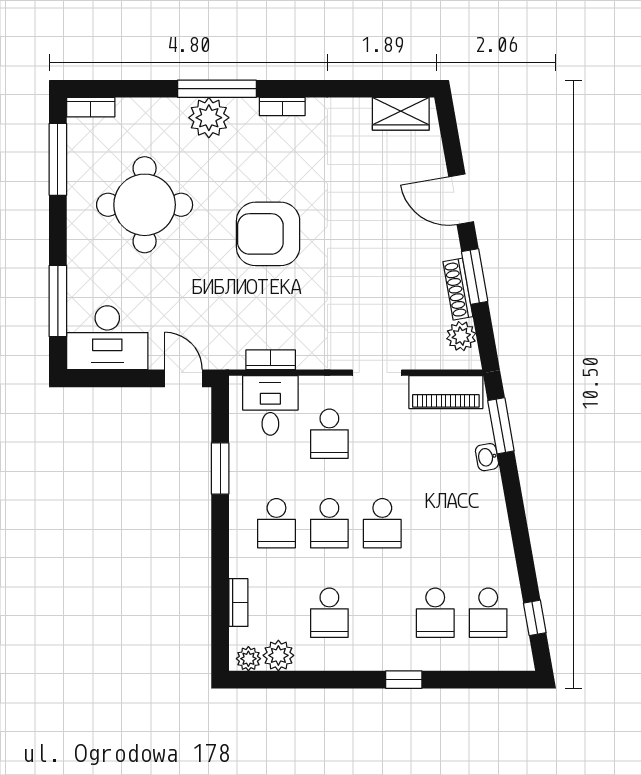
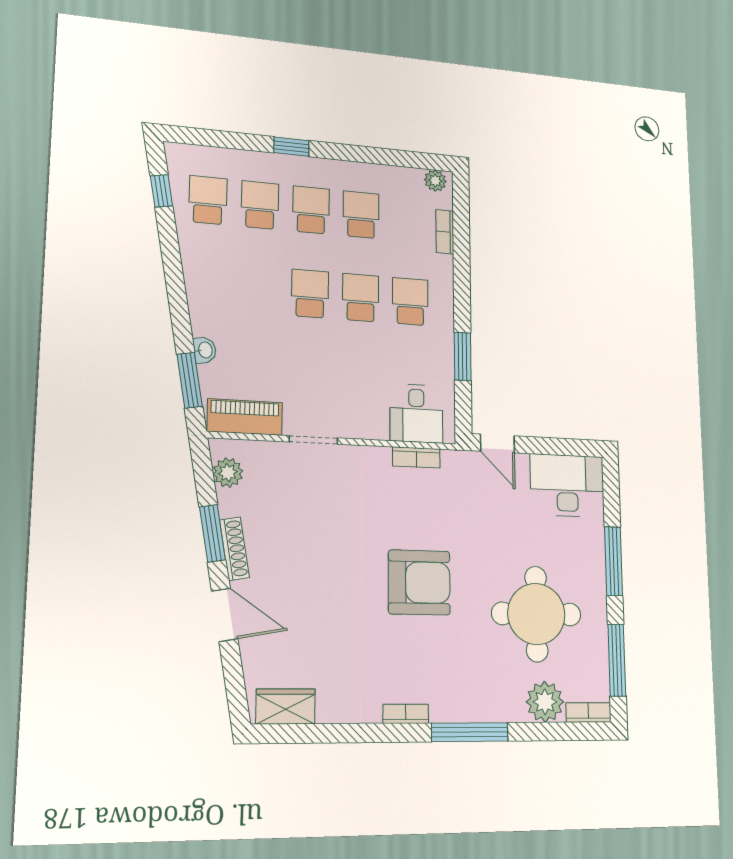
plant: (209, 118) -> (545, 702), moved
shoe rack: (458, 289) -> (234, 549), moved
window: (58, 301) -> (613, 561), moved
school desk: (329, 434) -> (311, 210), moved
plant: (278, 655) -> (408, 181), removed

